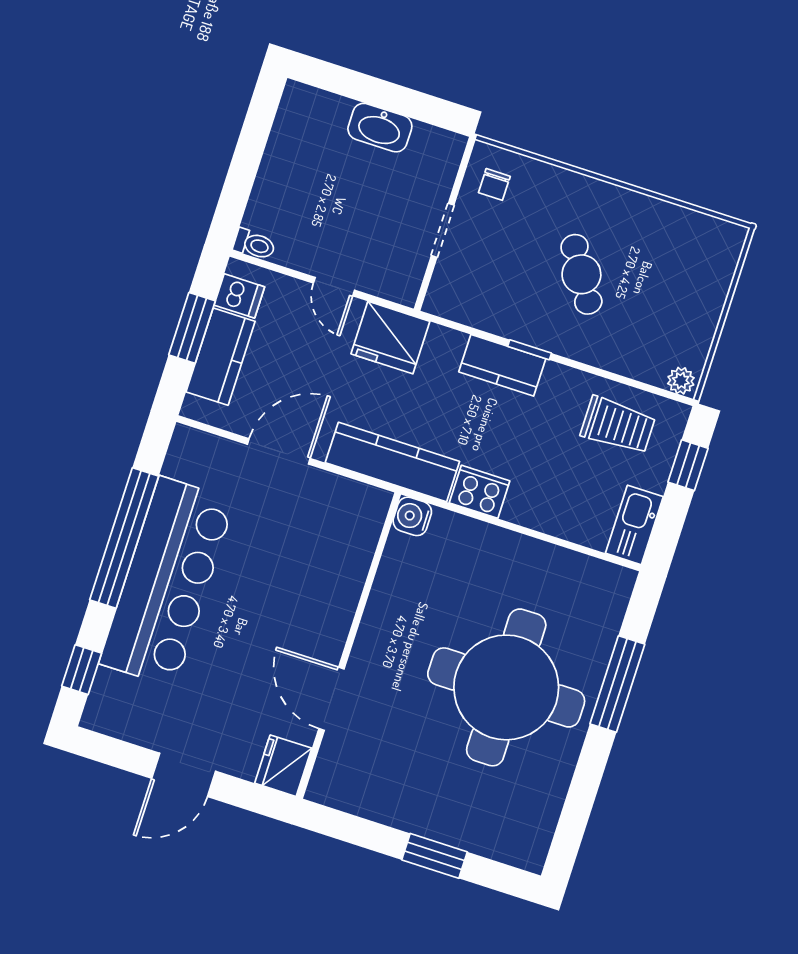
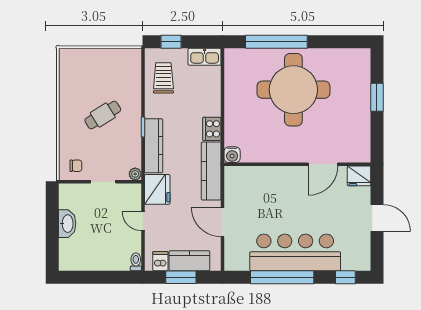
door: (334, 287) -> (143, 221), swing flipped
kitchen counter: (502, 365) -> (154, 146), width x1.50
plant: (681, 381) -> (135, 174), moved
window: (617, 684) -> (276, 42), width x1.46

